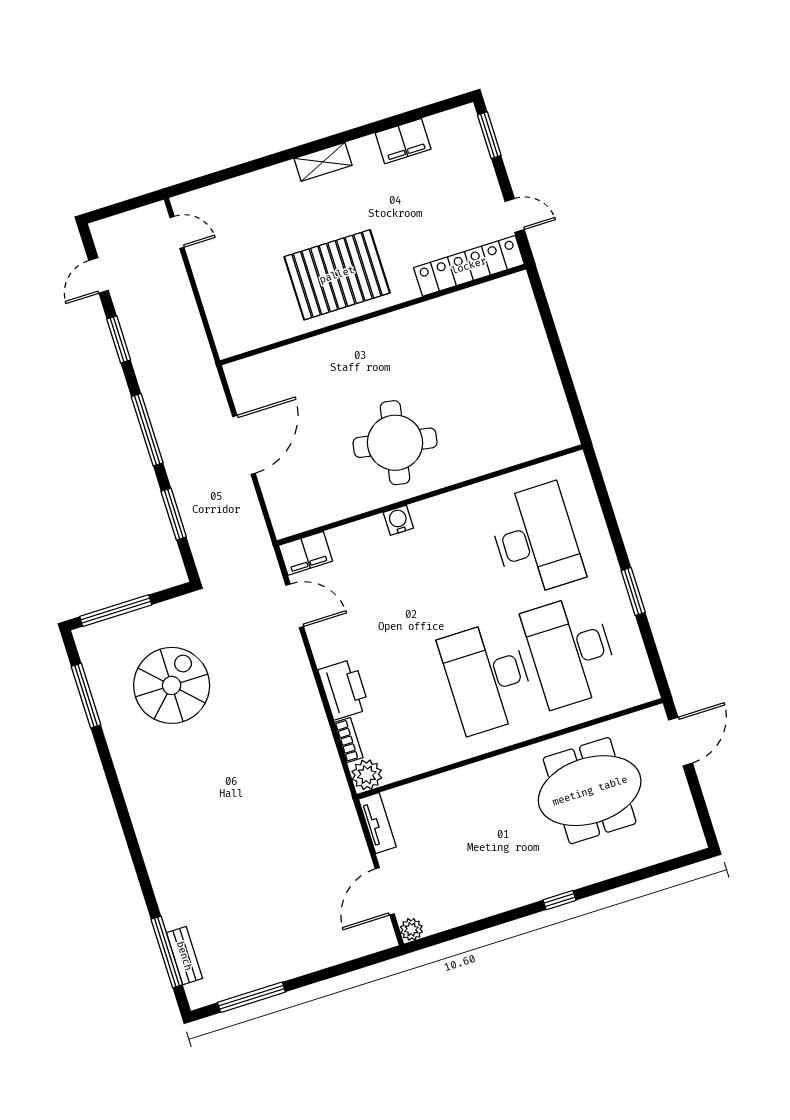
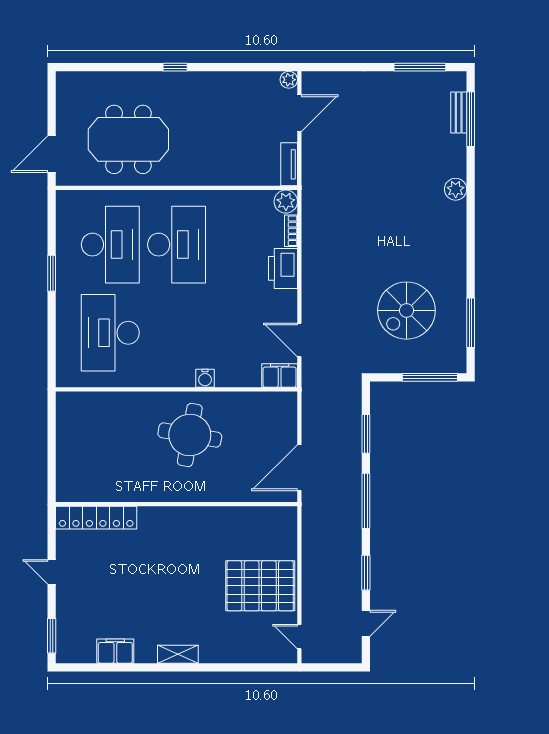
locker: (469, 266) -> (96, 518), moved
pallet: (337, 275) -> (260, 586), moved
wall: (373, 315) -> (177, 504), moved
plant: (158, 858) -> (456, 189), added

